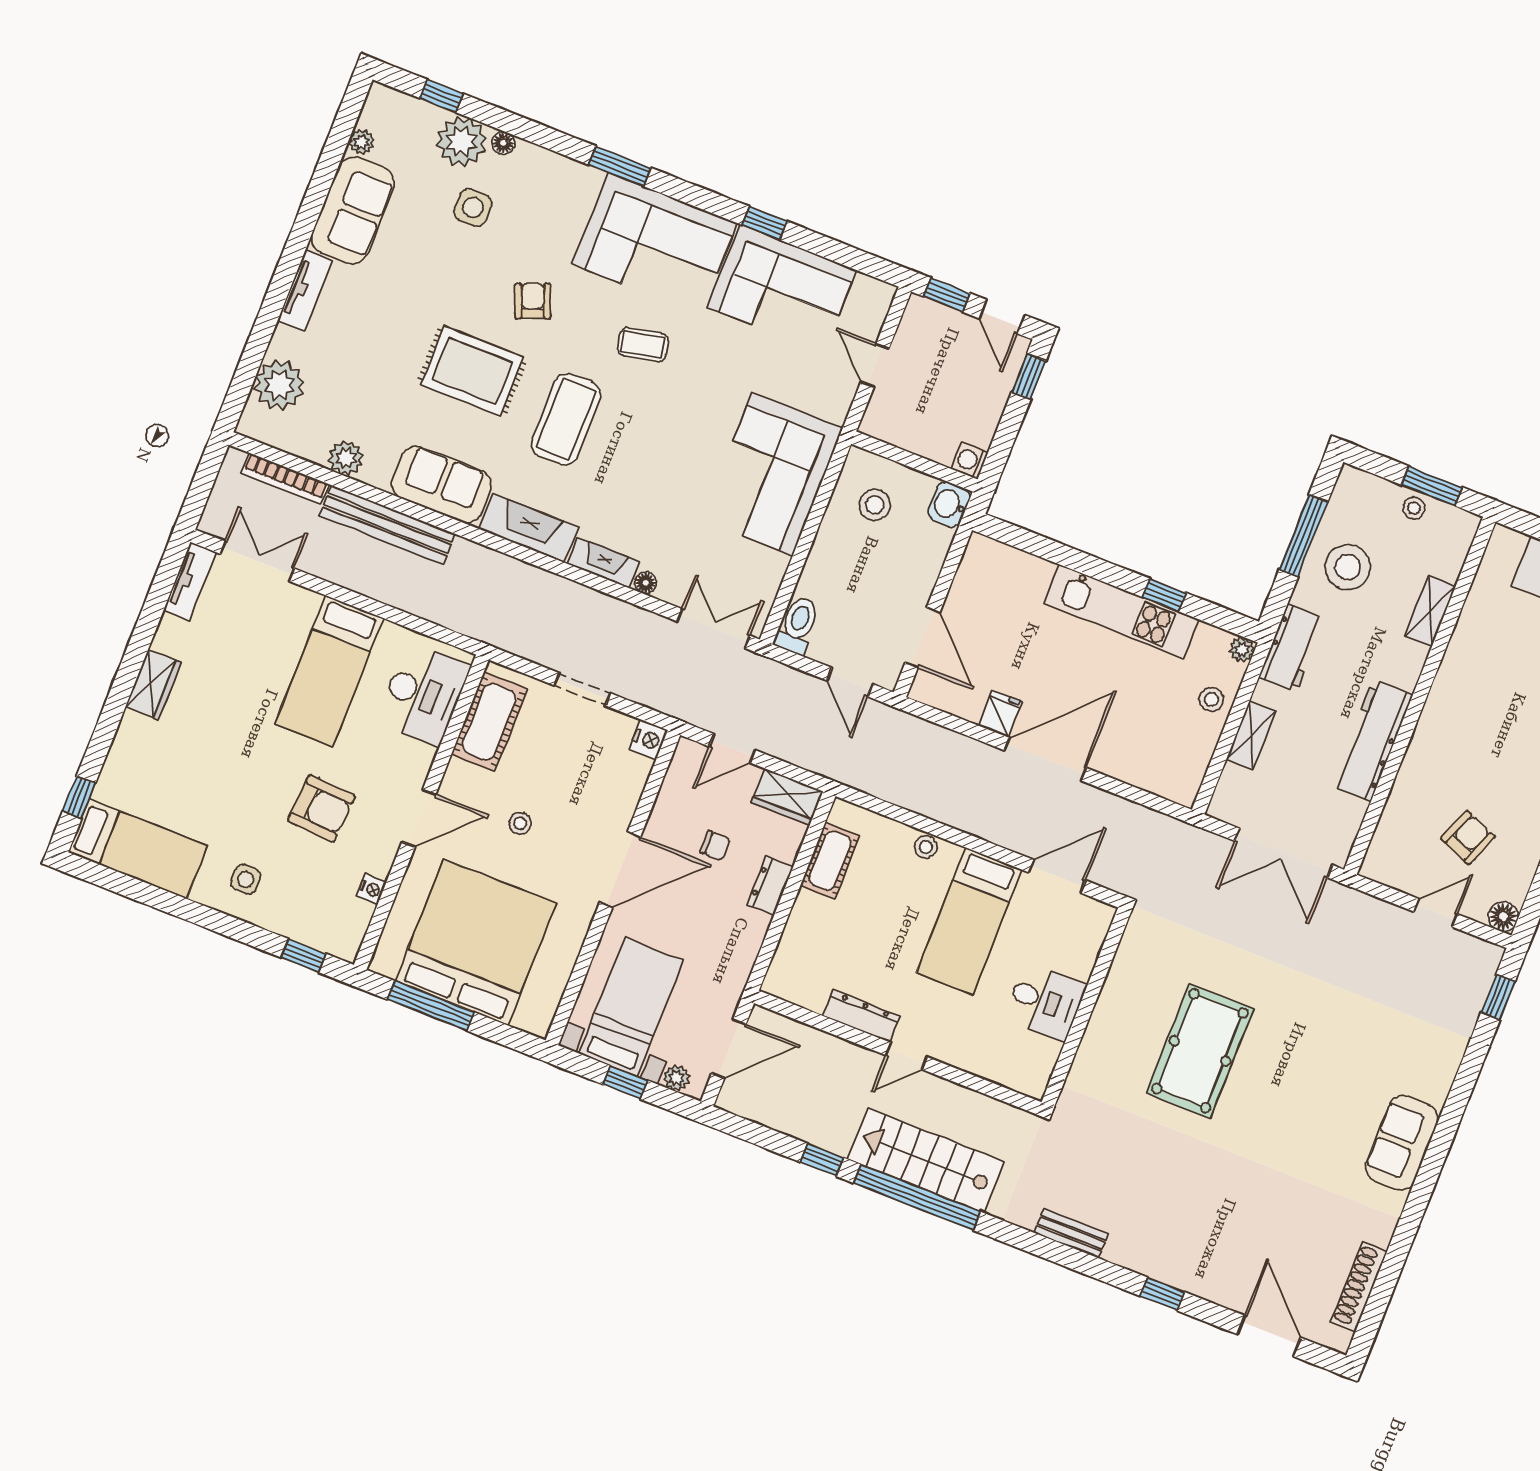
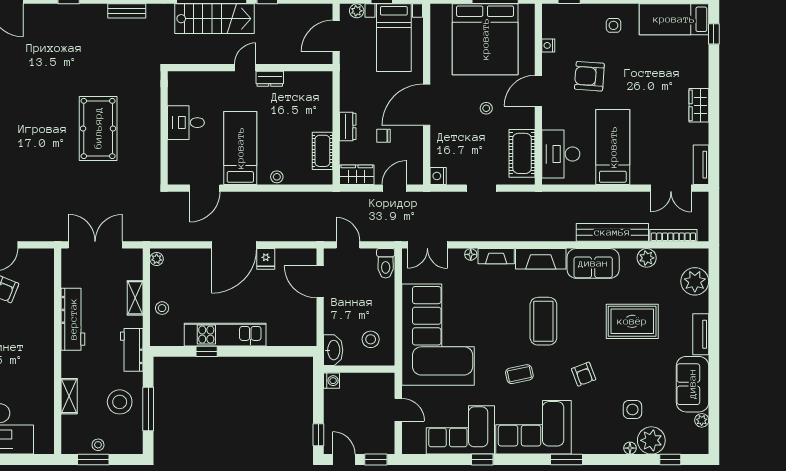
rug: (472, 371) -> (632, 321), moved
corner sofa: (772, 474) -> (438, 335), width x1.36, depth x1.36
washbasin: (949, 504) -> (333, 350), width x1.38
plant: (1242, 649) -> (157, 259), moved
dresser: (861, 1016) -> (270, 79), width x0.70

